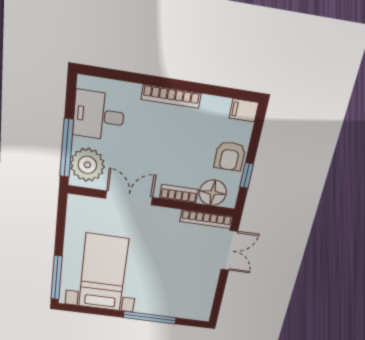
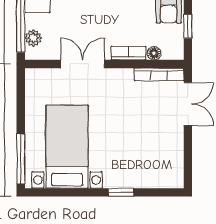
plant: (87, 165) -> (33, 38), width x0.53, depth x0.53
floor lamp: (213, 193) -> (154, 53), width x0.53, depth x0.53
window: (150, 318) -> (121, 192), width x0.46

